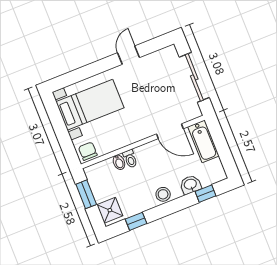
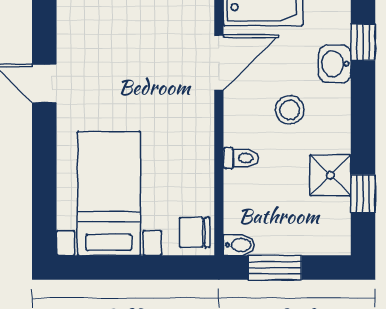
bidet: (119, 162) -> (239, 245), moved
stool: (163, 194) -> (290, 110), moved
shower: (110, 210) -> (330, 175), moved

